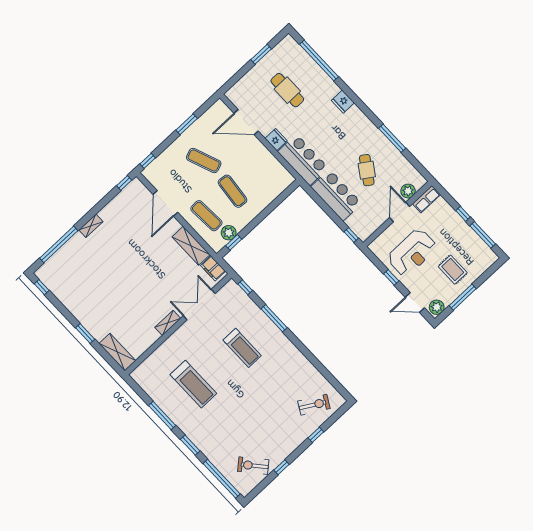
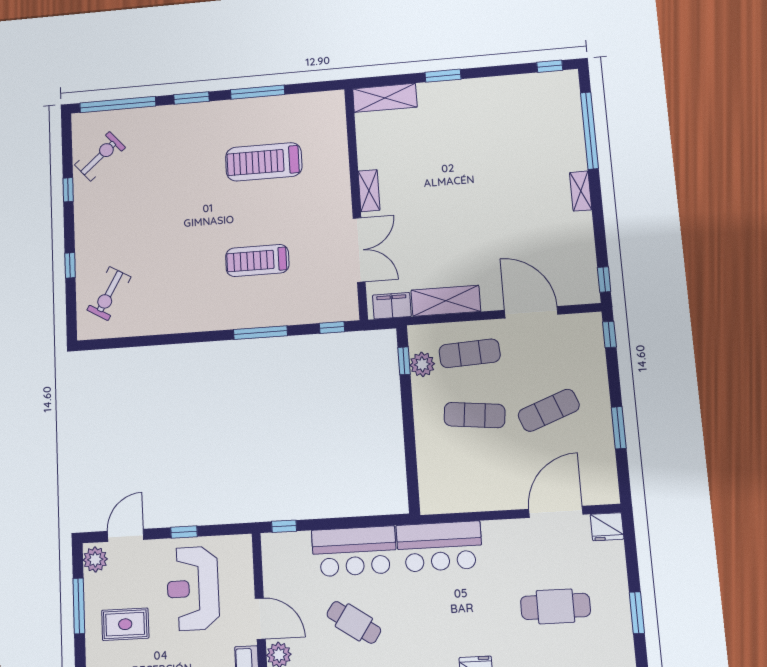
fridge: (276, 140) -> (607, 527), moved

